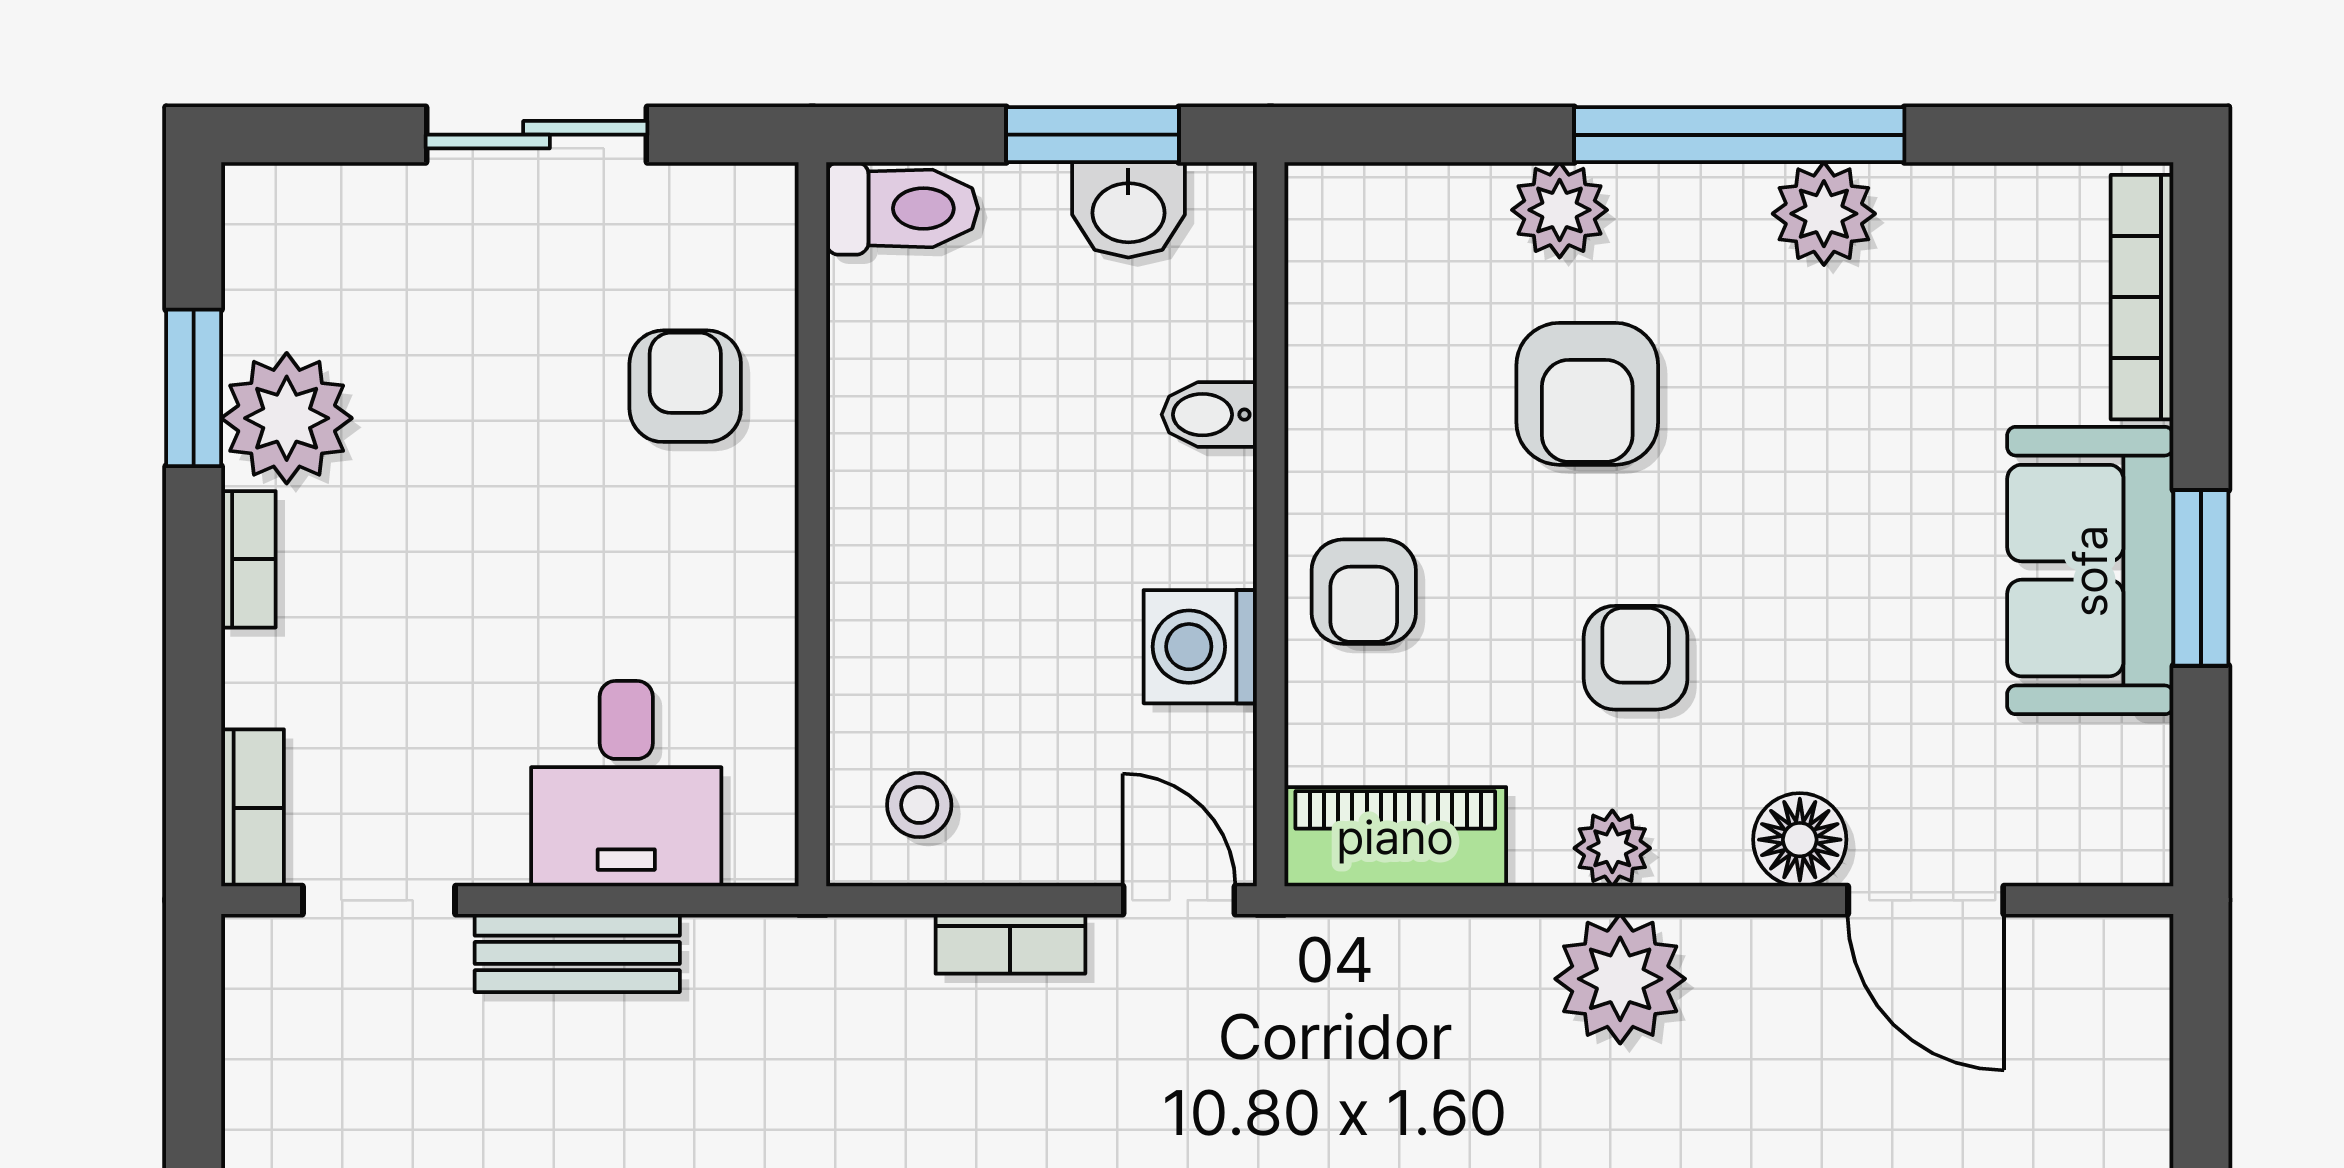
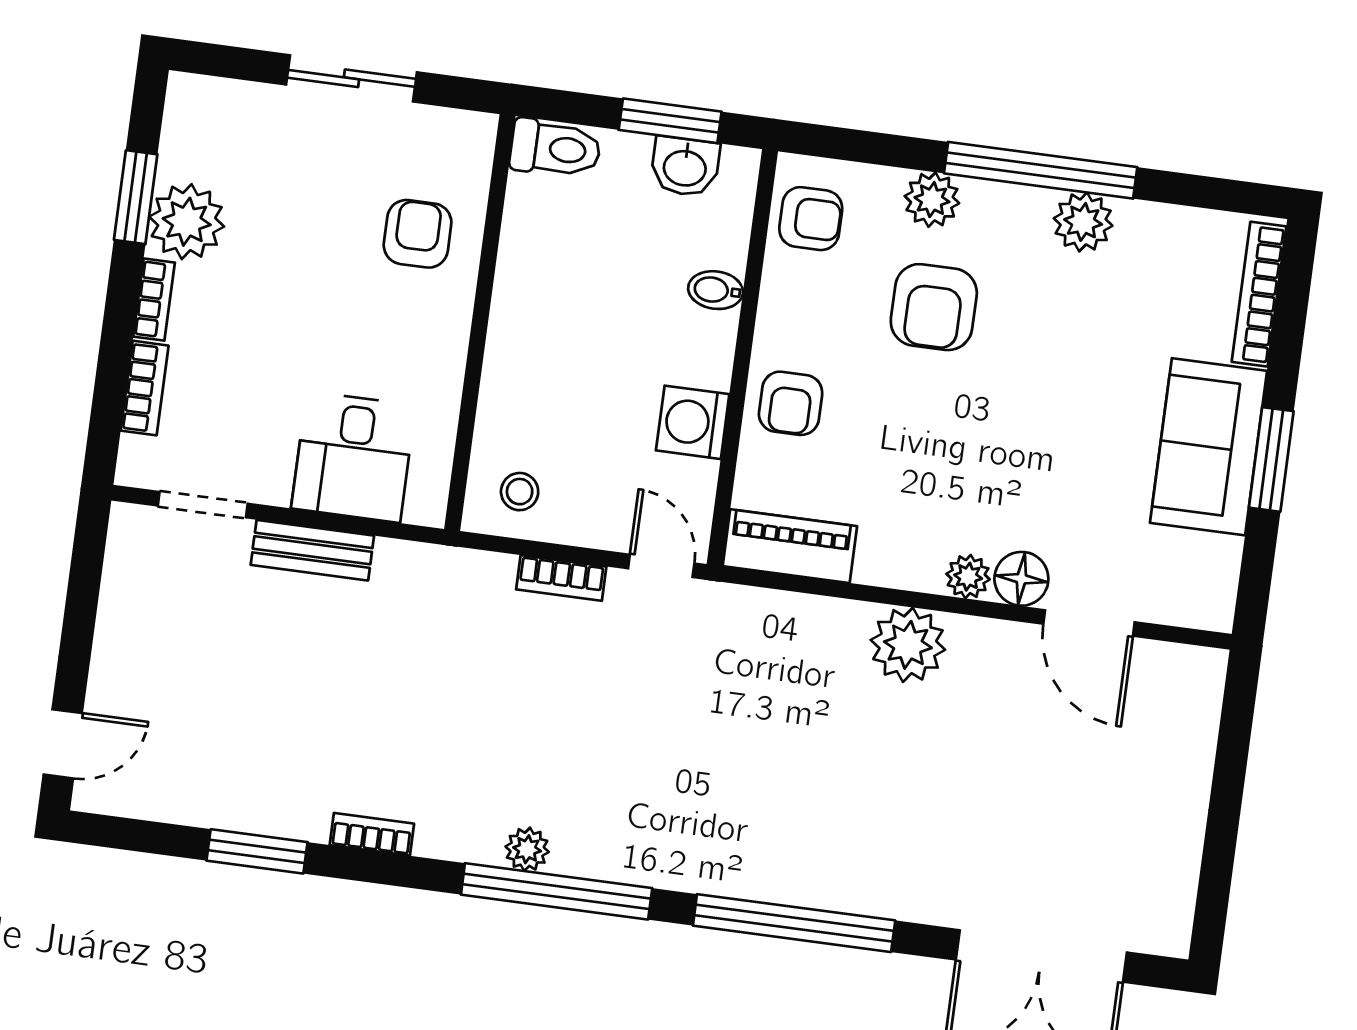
armchair: (1636, 658) -> (811, 219), moved, turned 90
bookcase: (253, 808) -> (145, 388), moved
plant: (1612, 848) -> (968, 577), moved

